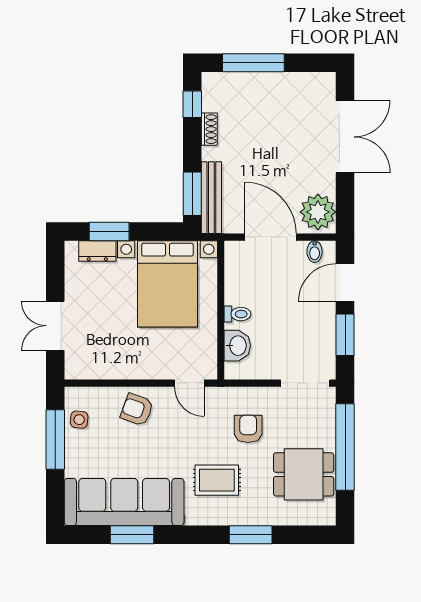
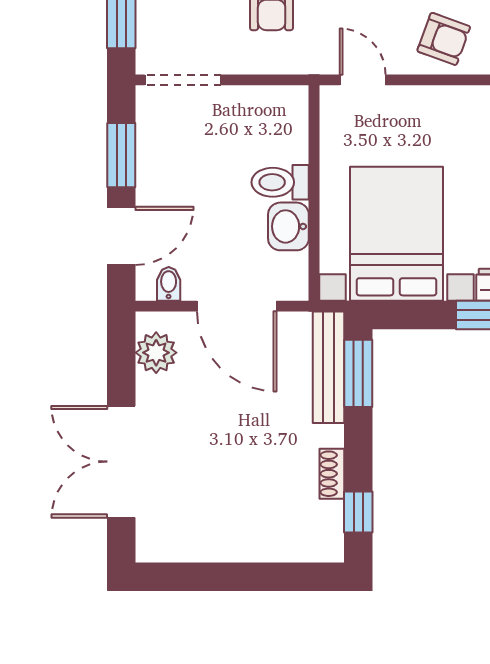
window: (253, 63) -> (263, 577), removed
plant: (318, 212) -> (156, 353), width x0.73, depth x0.73
toilet: (237, 314) -> (280, 182), width x1.37, depth x1.39
washbasin: (237, 346) -> (288, 226), moved

